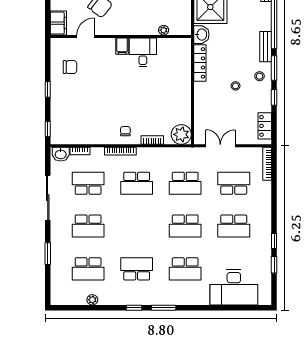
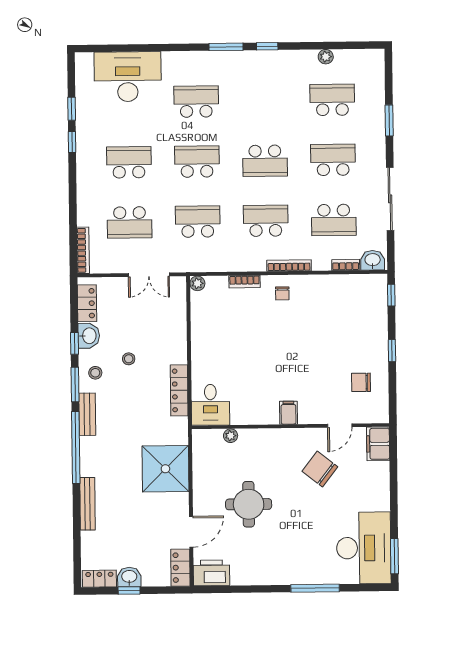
washbasin: (201, 35) -> (89, 336), moved, turned 180
desk: (143, 52) -> (210, 405), moved
plant: (181, 134) -> (197, 283), width x0.53, depth x0.53
school desk: (137, 269) -> (265, 161), moved

